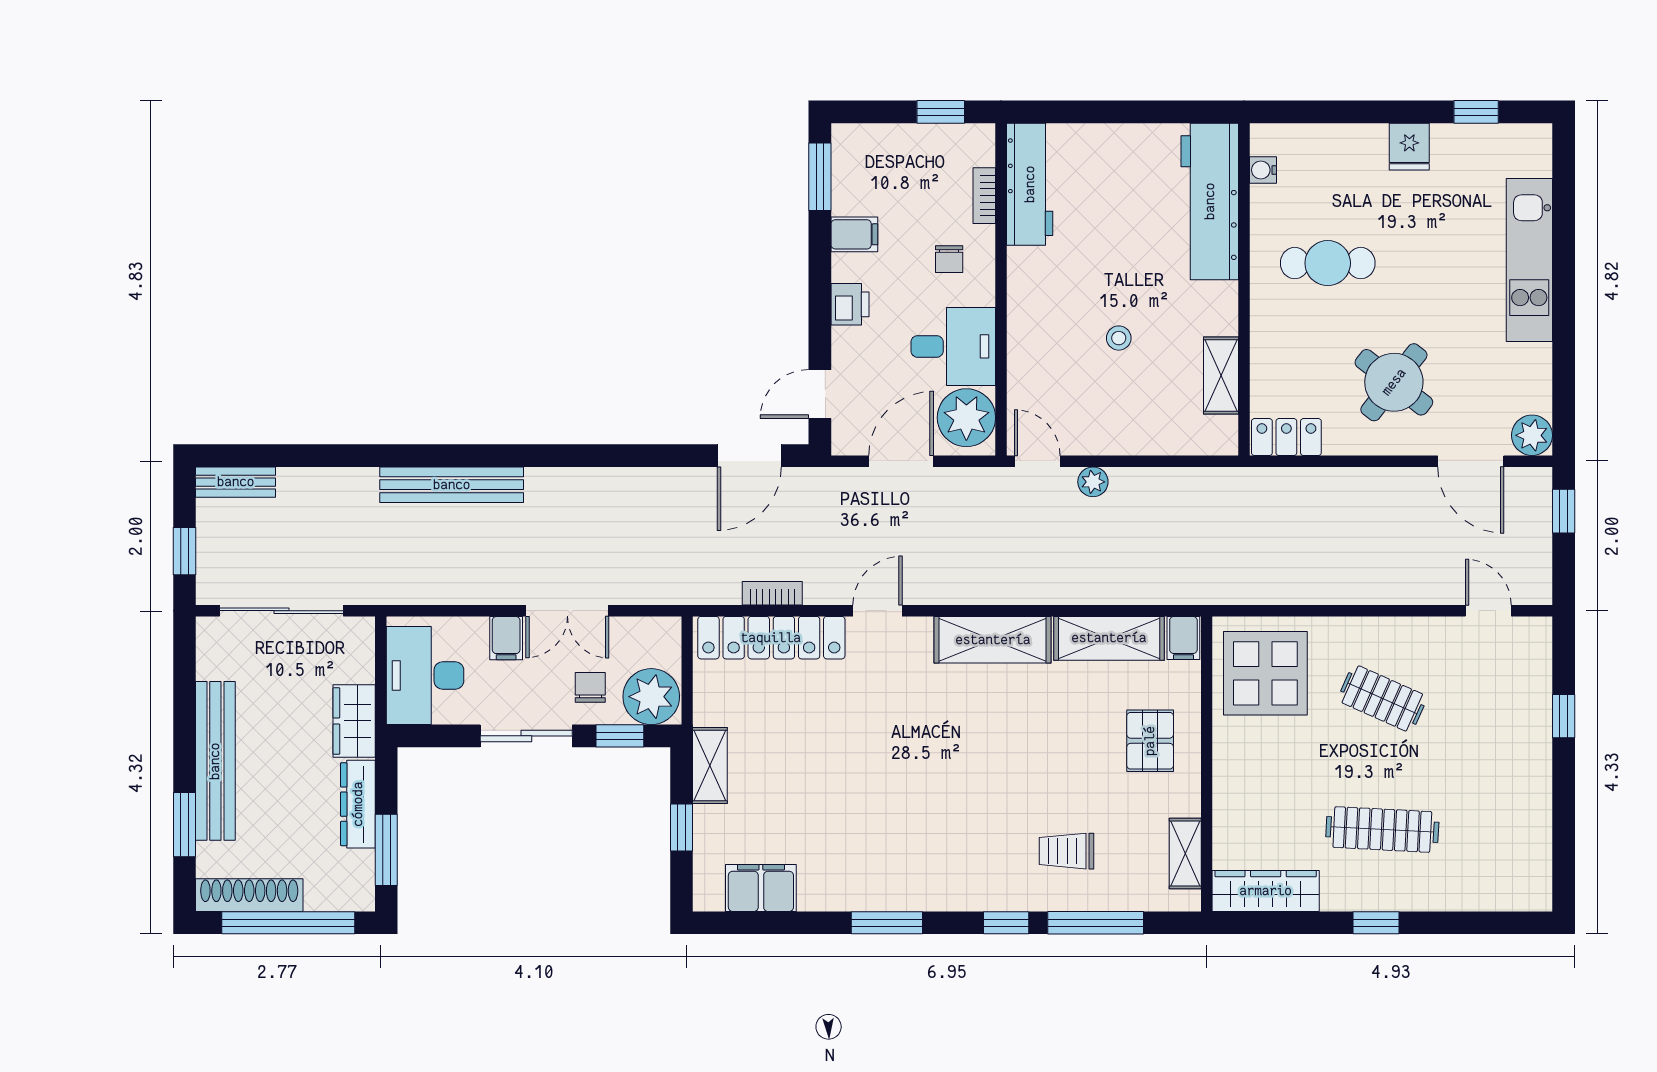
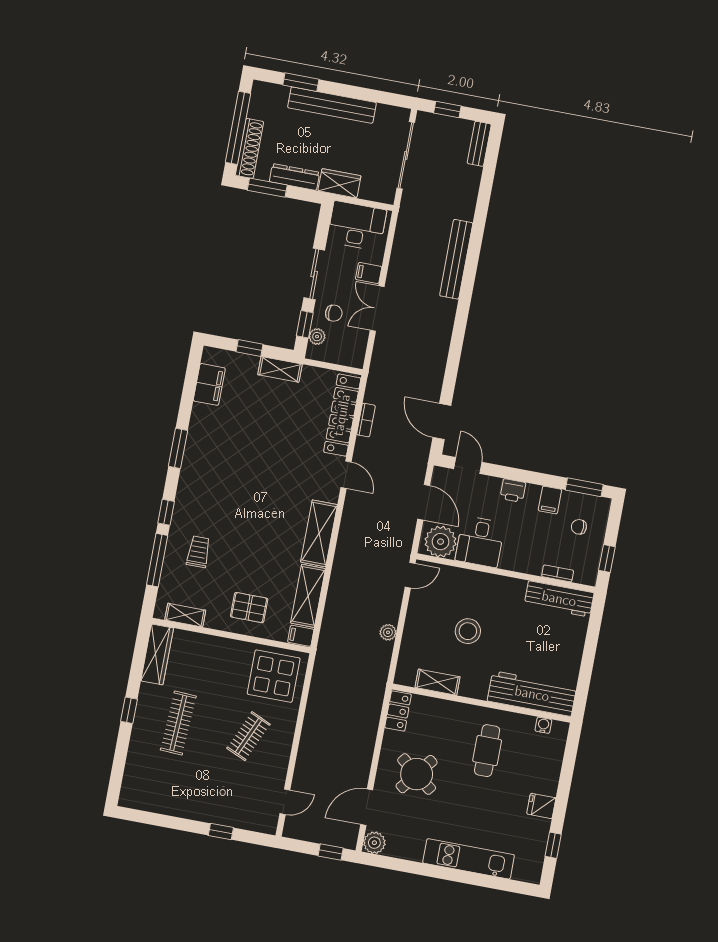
chair: (949, 259) -> (579, 527), moved
stool: (1119, 338) -> (468, 631), width x1.89, depth x1.89
plant: (1093, 482) -> (388, 632), moved
plant: (651, 697) -> (317, 337), width x0.53, depth x0.53
shoe rack: (249, 895) -> (249, 148), moved

